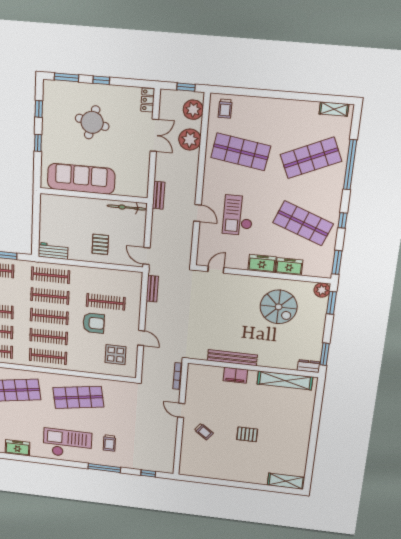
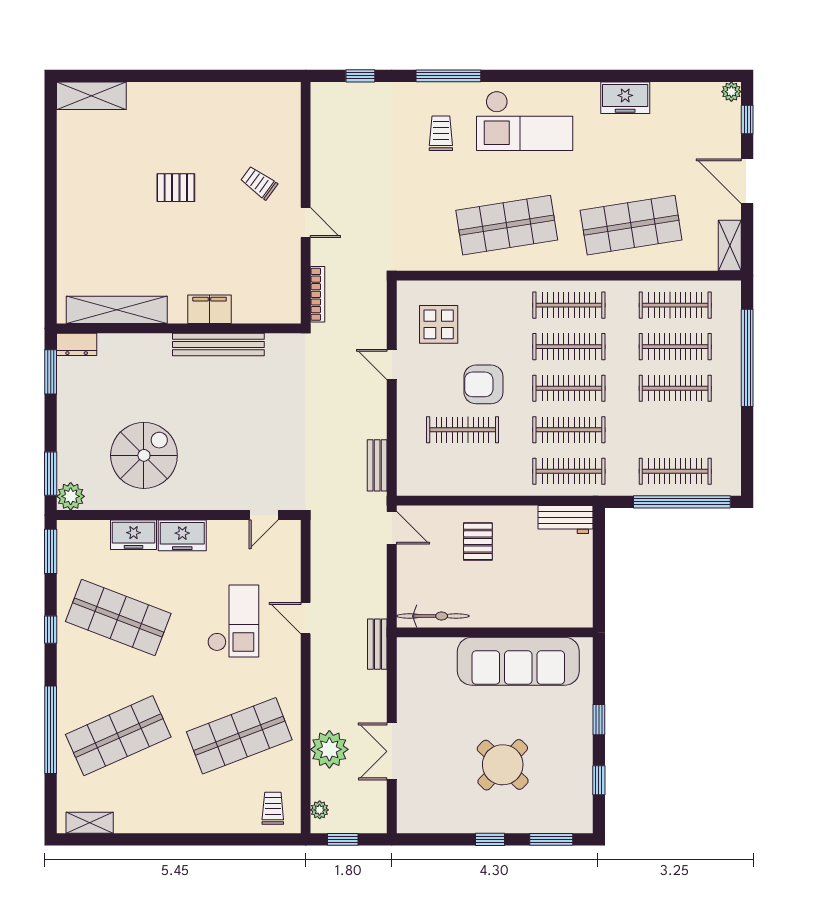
locker: (148, 100) -> (407, 812), removed
plant: (193, 110) -> (320, 810), width x0.53, depth x0.53
round table: (92, 122) -> (503, 765), turned 31
shop shelf: (241, 152) -> (239, 736), turned -30
spiral stairs: (279, 307) -> (144, 455), turned 90

